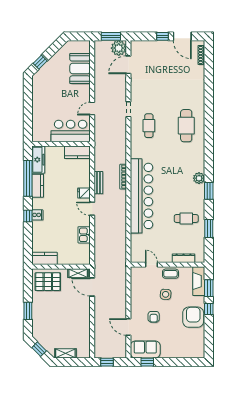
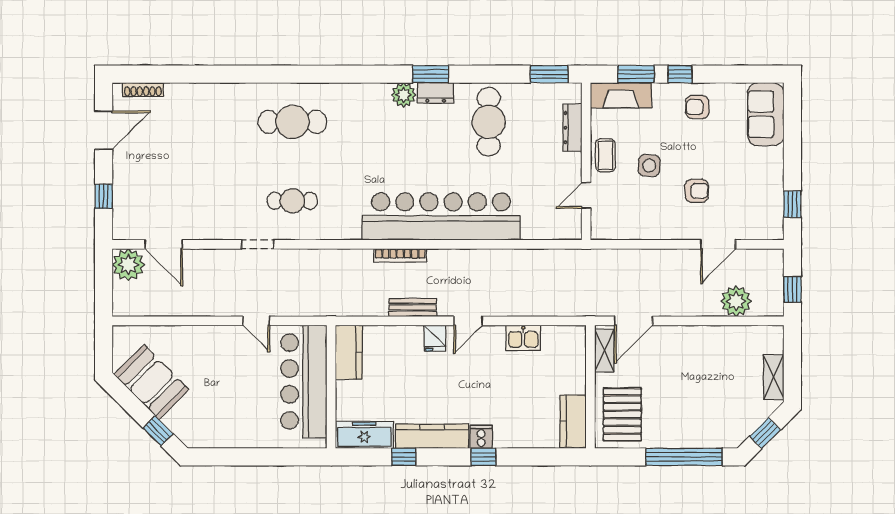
window: (111, 36) -> (104, 281), removed
window: (162, 36) -> (104, 196), moved
booth: (80, 68) -> (152, 382), moved, turned 45
bar counter: (71, 131) -> (304, 381), width x1.36
window: (28, 178) -> (404, 457), width x0.32
kitchen counter: (38, 186) -> (432, 436), width x1.50
dresser: (200, 193) -> (436, 93), added
cafe table: (186, 218) -> (489, 122), width x1.37, depth x1.35
window: (209, 228) -> (549, 74), moved
window: (28, 311) -> (684, 457), width x2.11
armchair: (193, 317) -> (697, 107), width x0.53, depth x0.53
plant: (101, 335) -> (736, 301), added
sofa: (145, 349) -> (766, 114), moved

